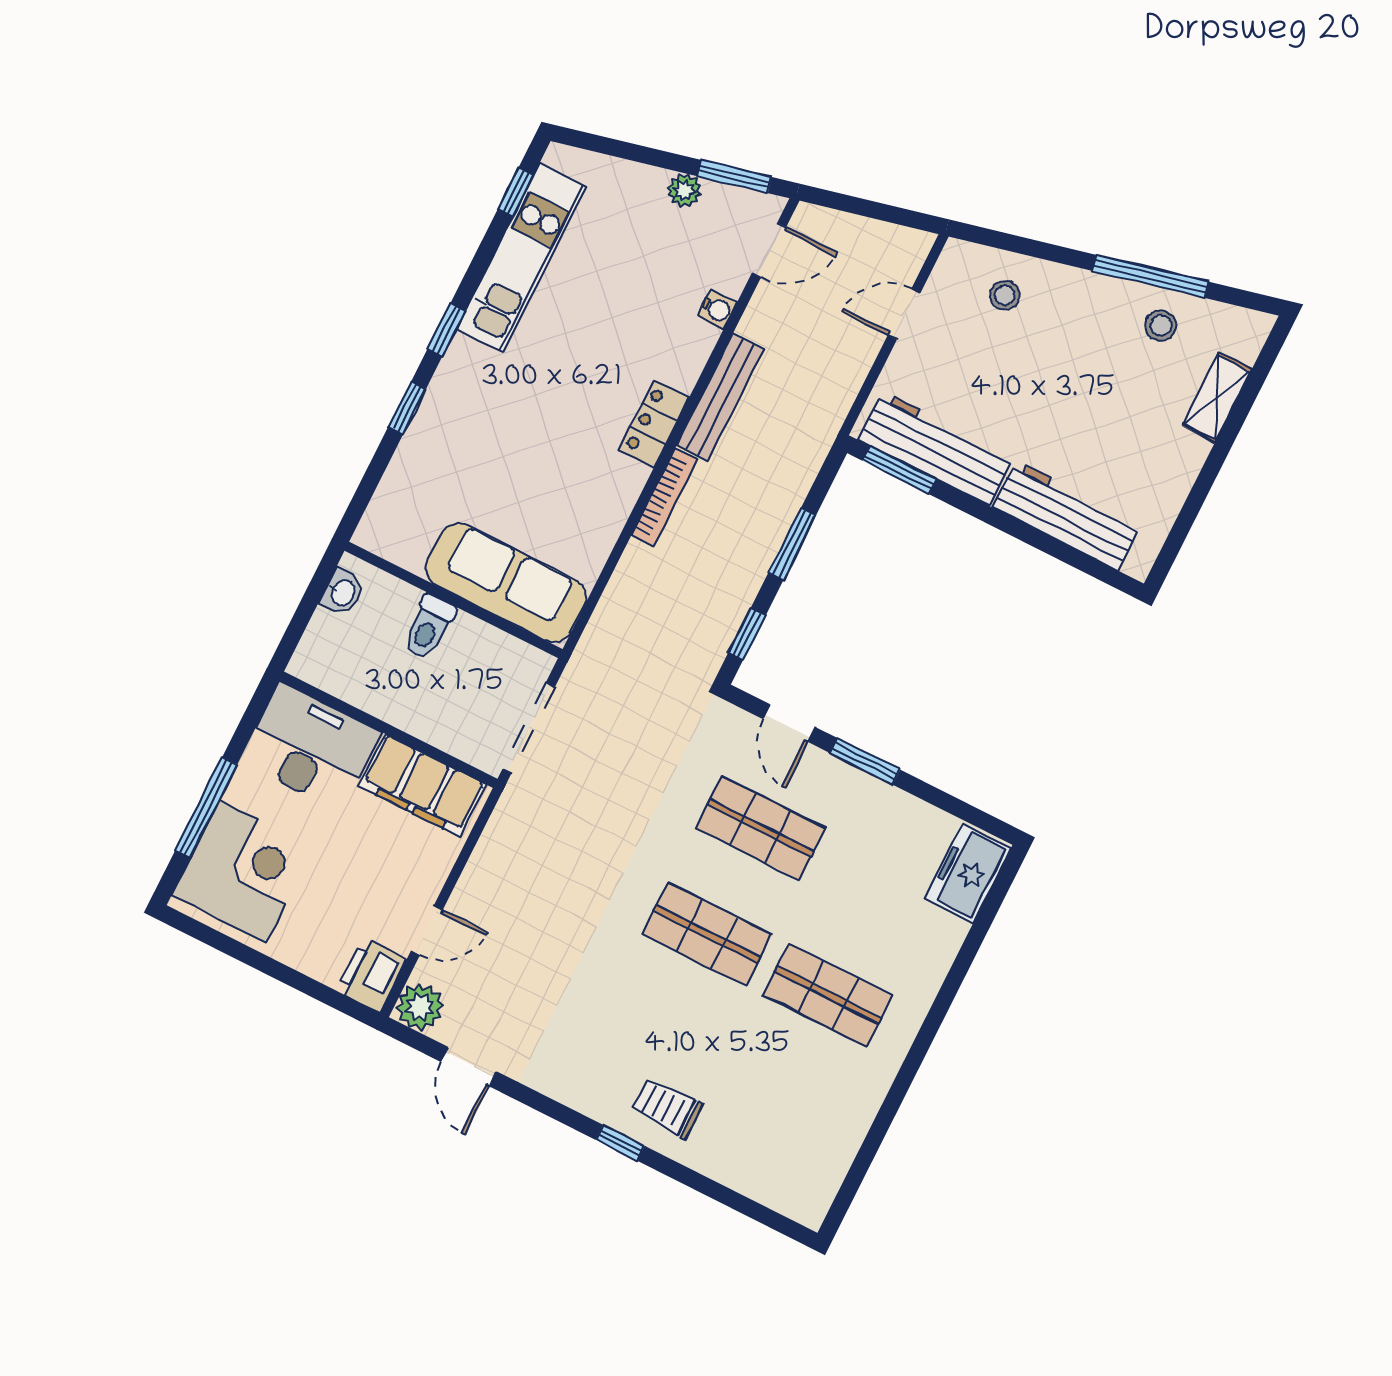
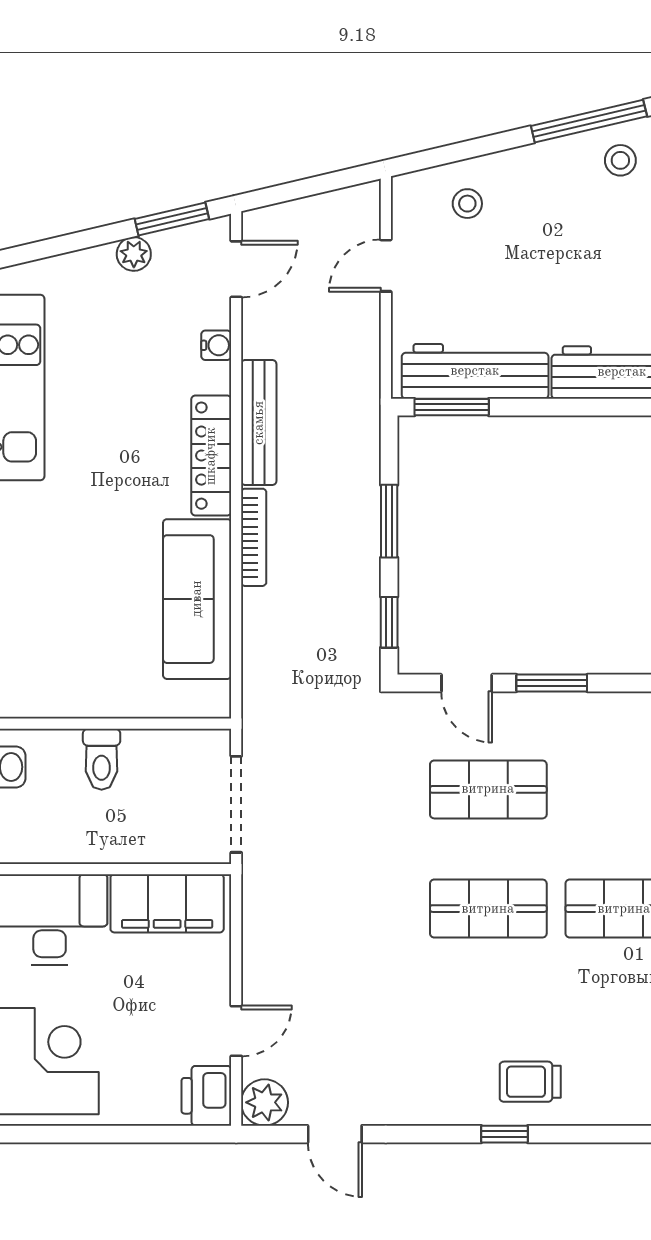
locker: (654, 424) -> (211, 456), width x1.53
sofa: (506, 583) -> (197, 599), moved, turned -90

